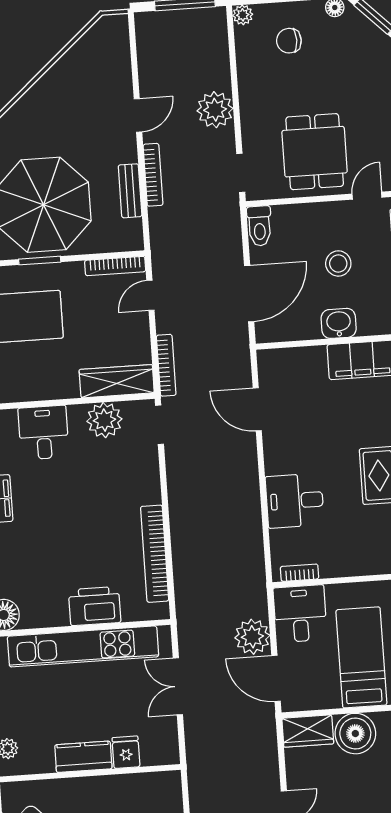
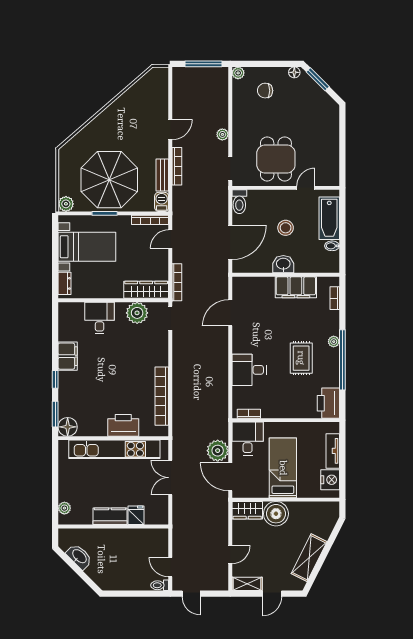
plant: (215, 110) -> (222, 134), width x0.53, depth x0.53
barbecue: (132, 235) -> (162, 202), added
door: (257, 409) -> (230, 313), hinge flipped

